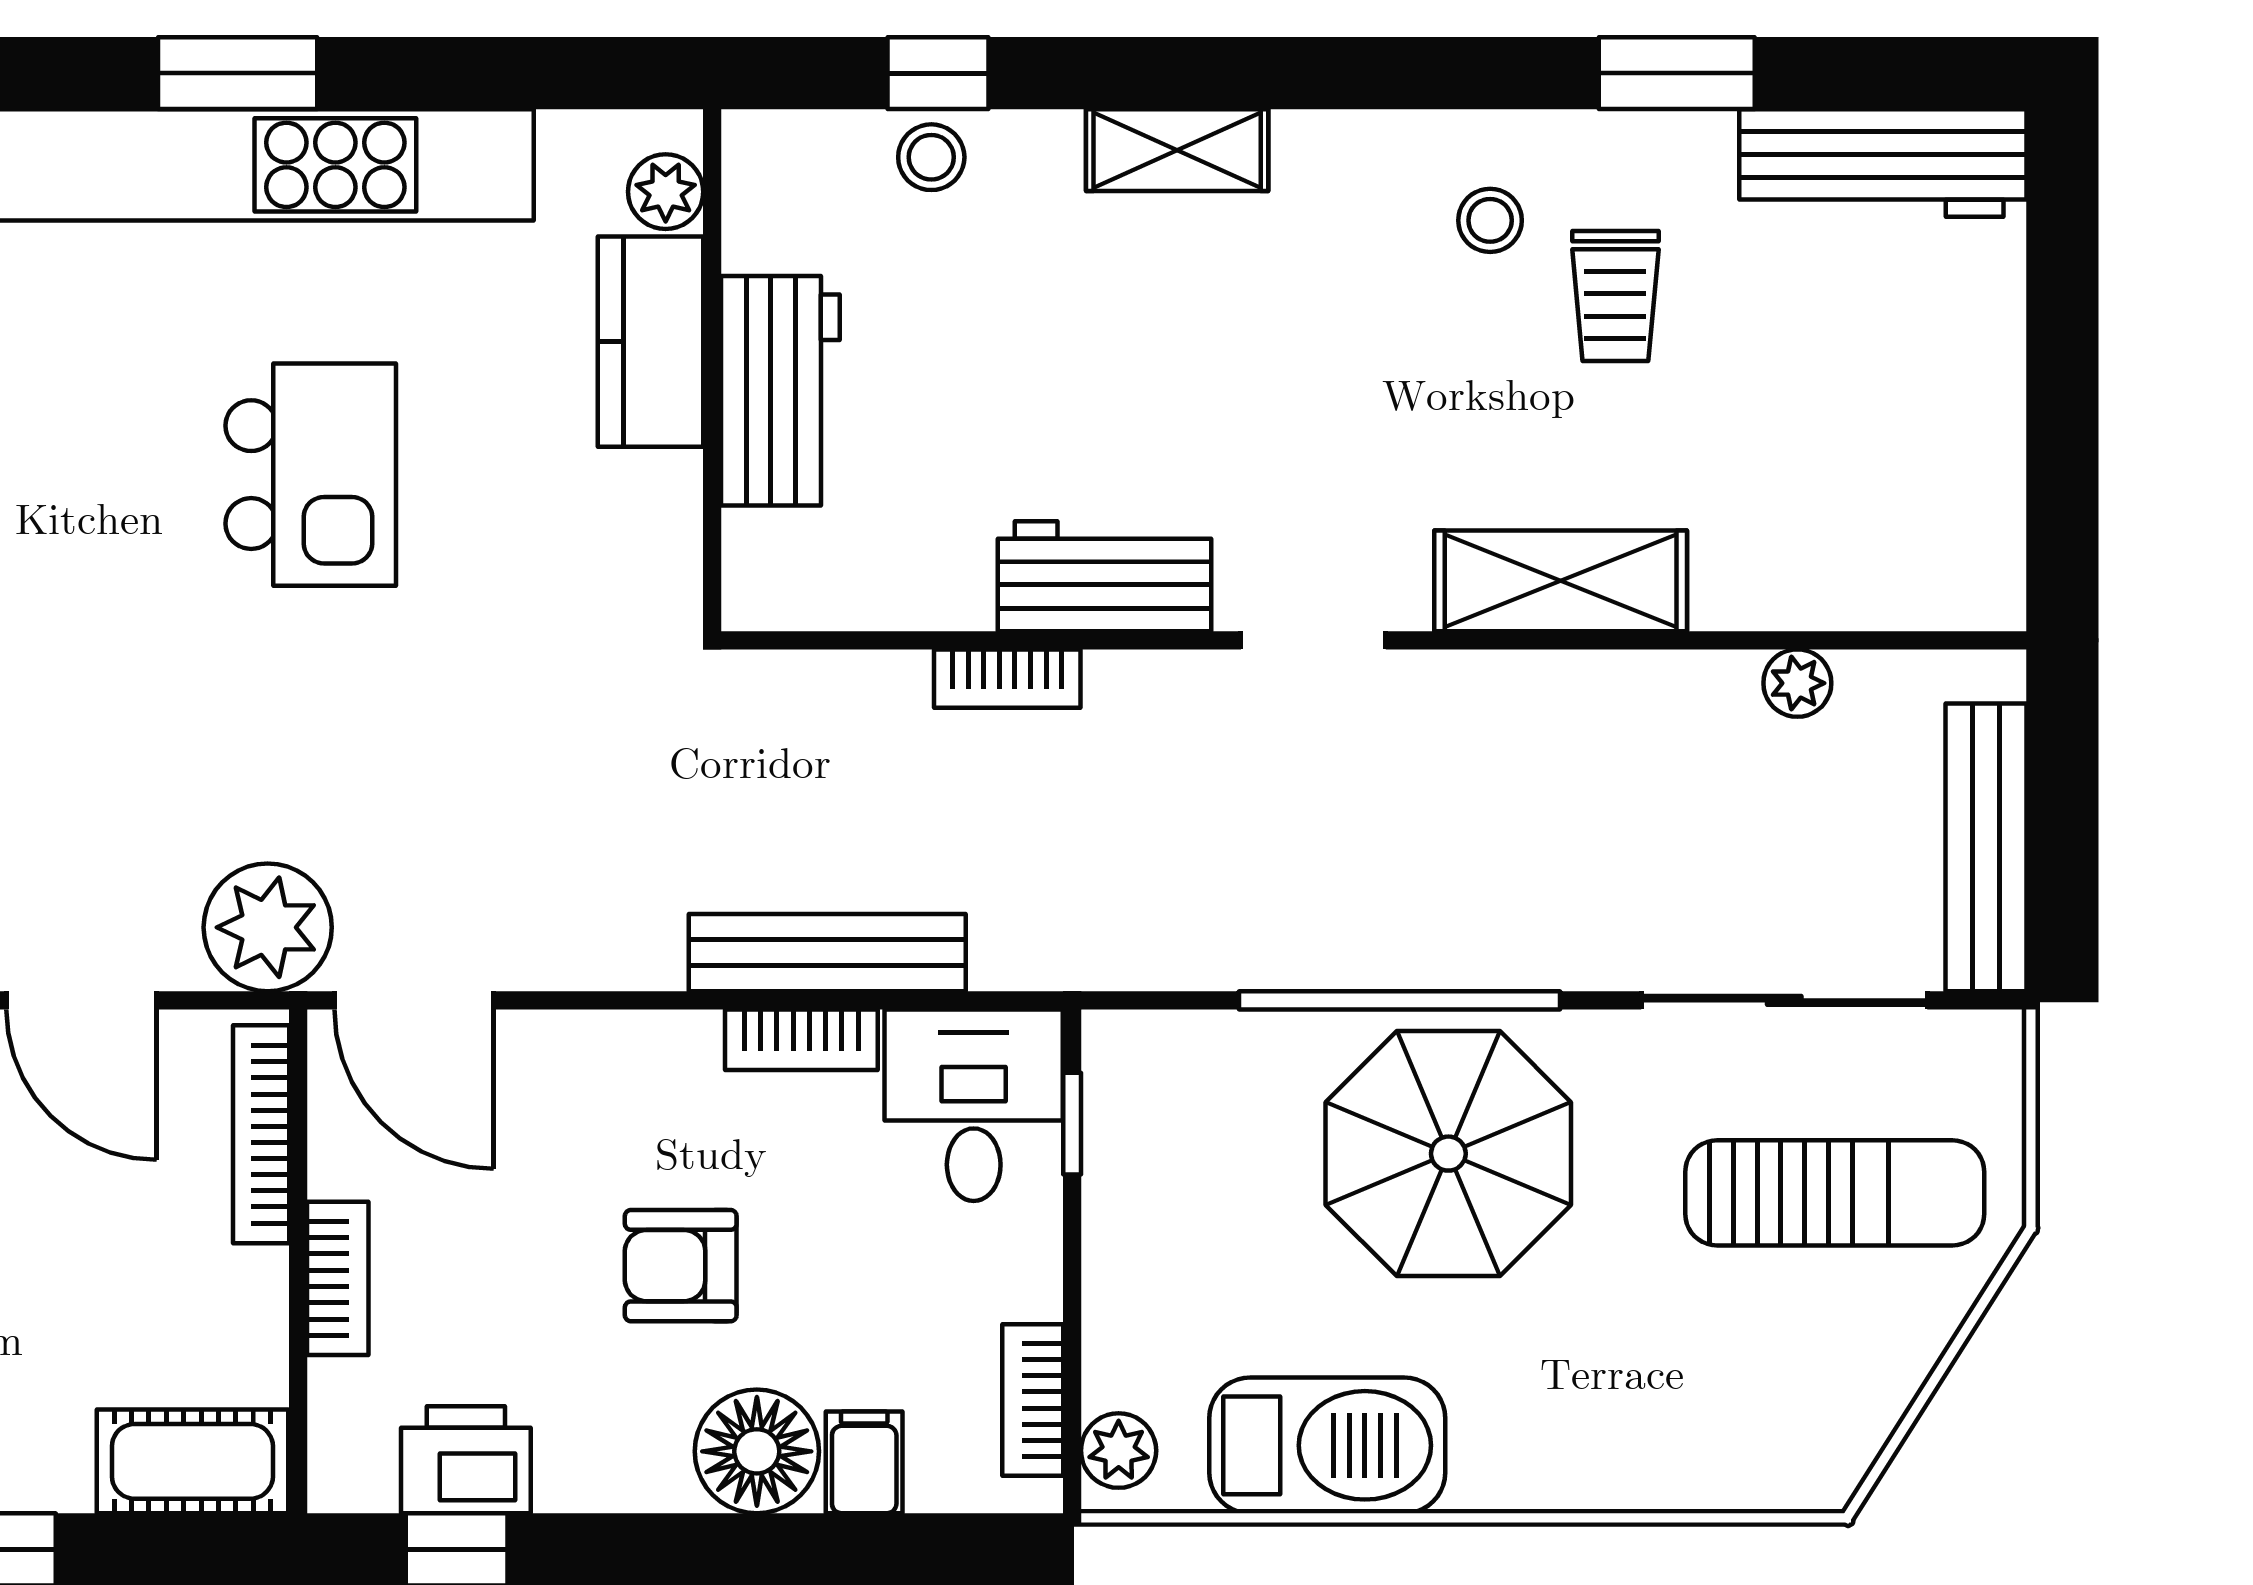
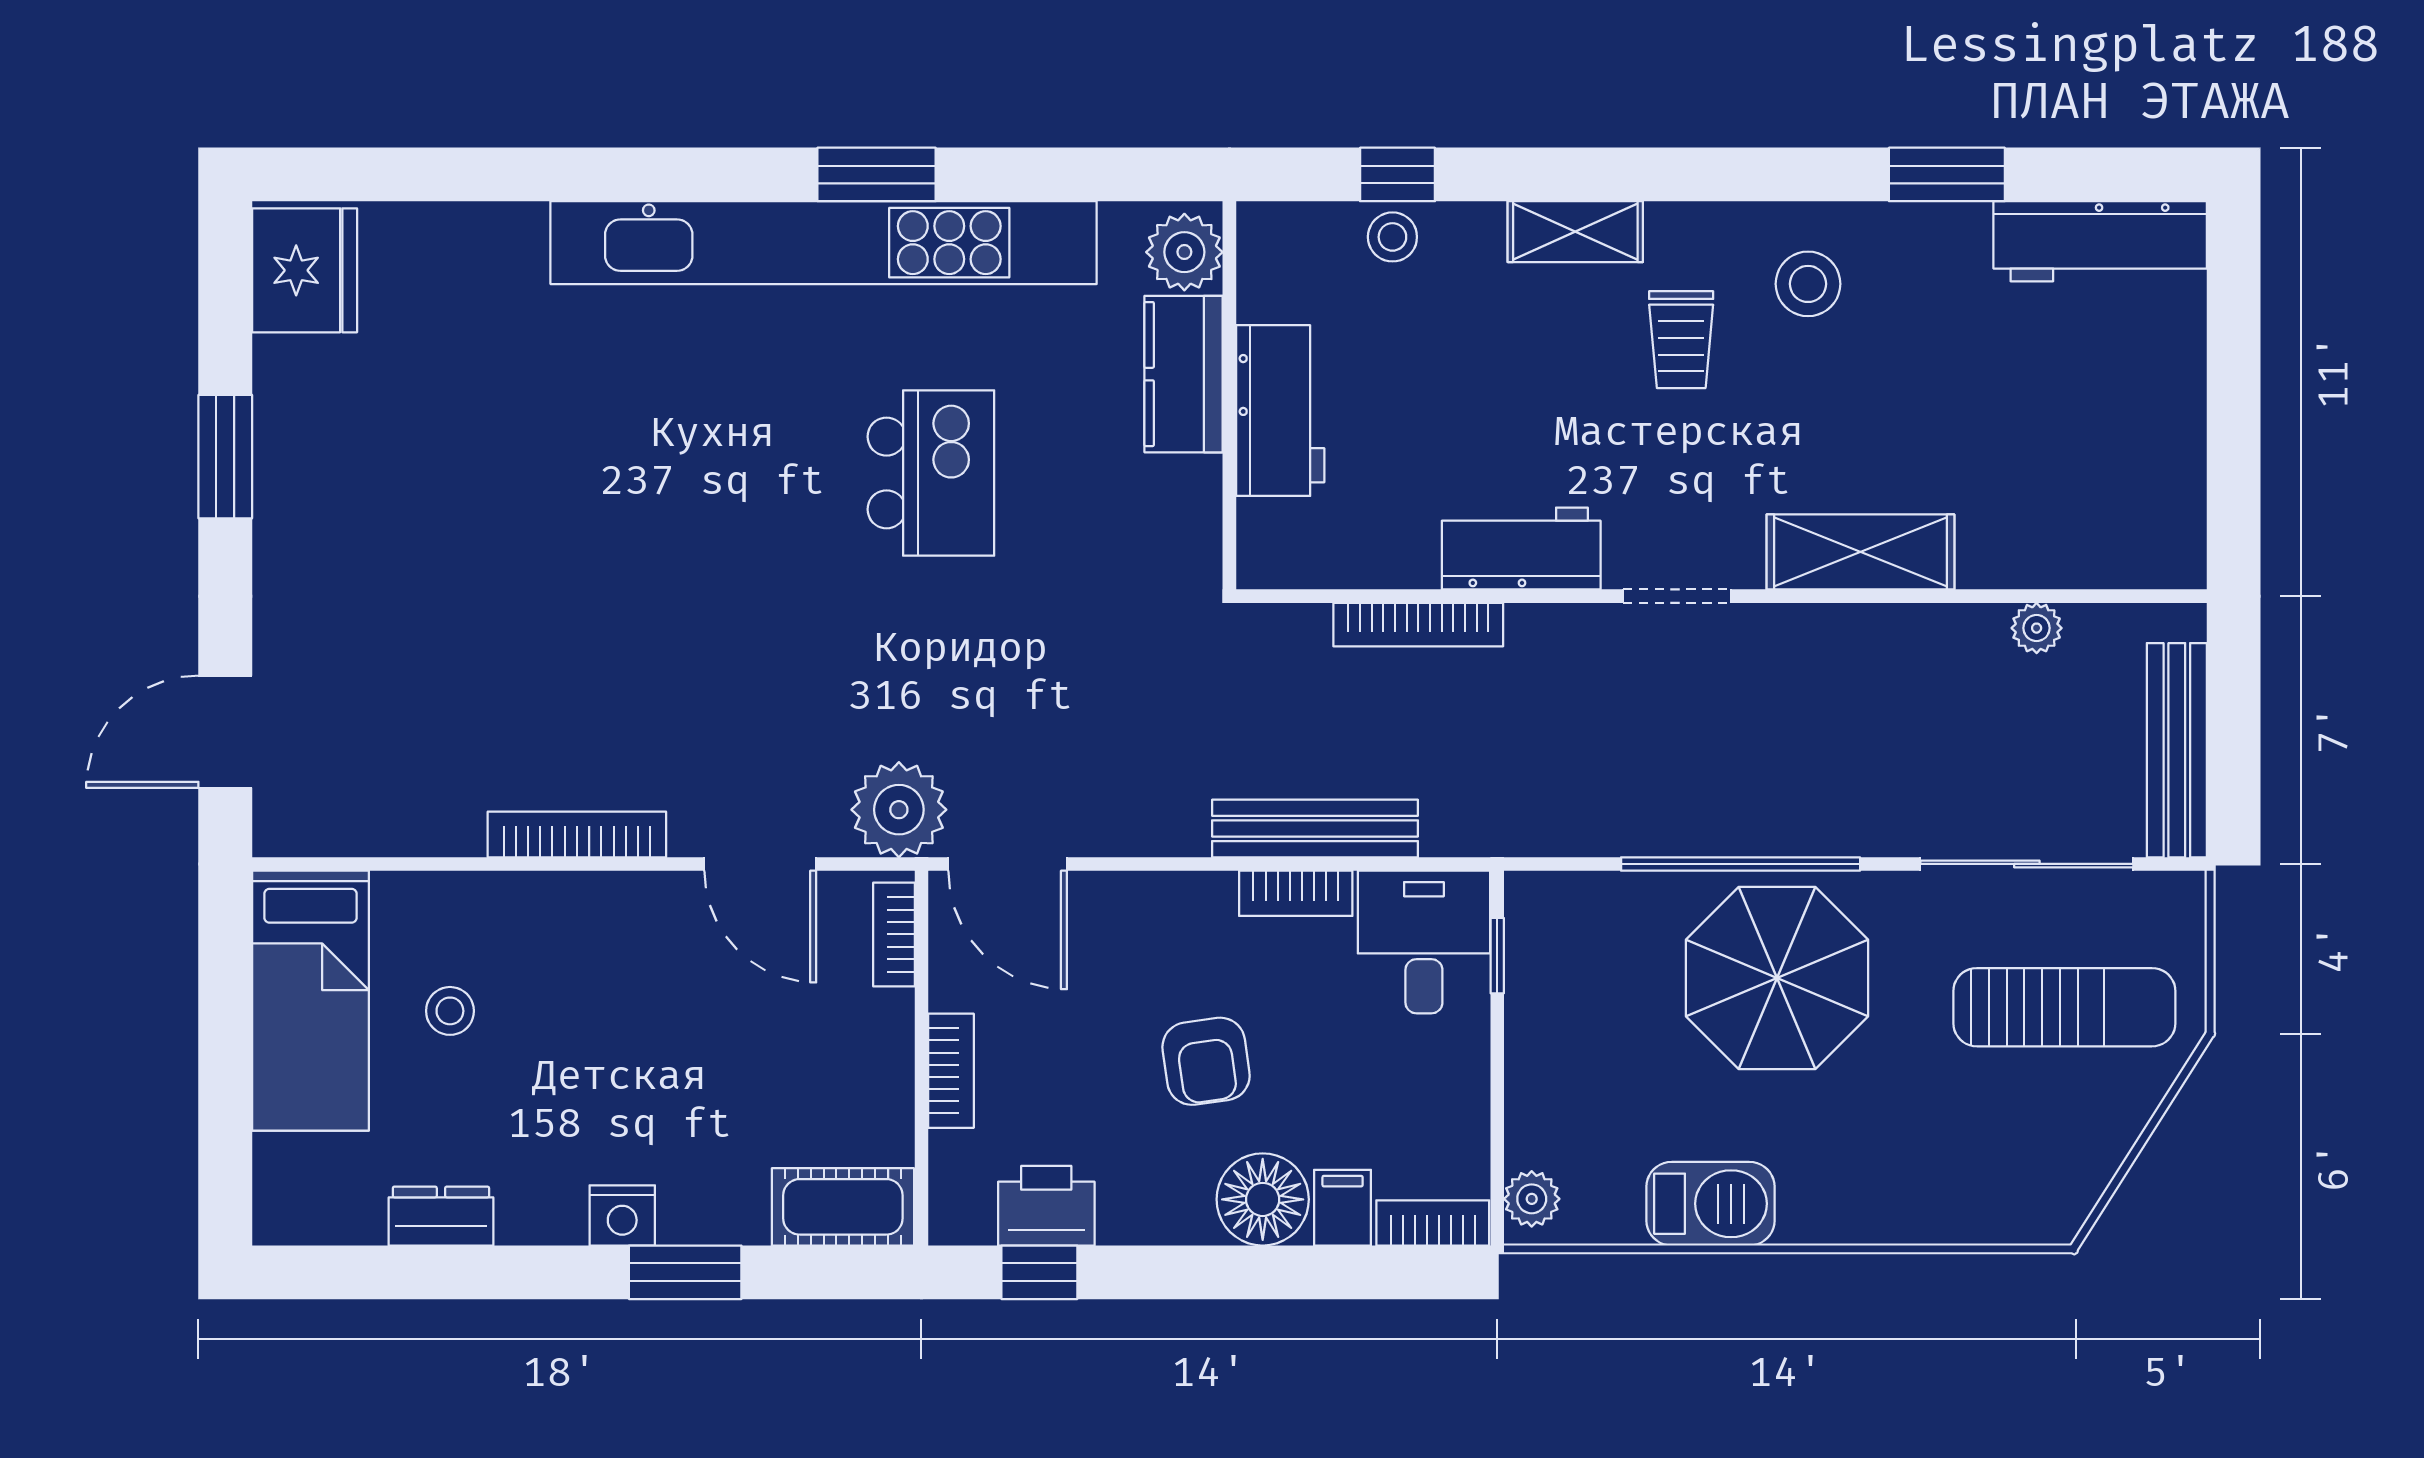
plant: (666, 192) -> (1184, 252), width x1.38, depth x1.38
stool: (1490, 220) -> (1808, 284), width x1.37, depth x1.37
trolley: (1615, 296) -> (1681, 340), moved
bookcase: (1007, 679) -> (1418, 625), width x1.56
bookcase: (261, 1134) -> (894, 934), width x0.64
armchair: (681, 1266) -> (1206, 1061), turned -98
bookcase: (1033, 1400) -> (1433, 1223), moved, turned 90
barbecue: (1327, 1445) -> (1711, 1204), width x0.73, depth x0.83

